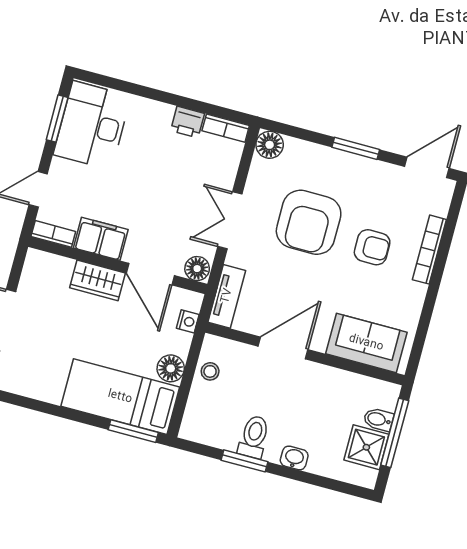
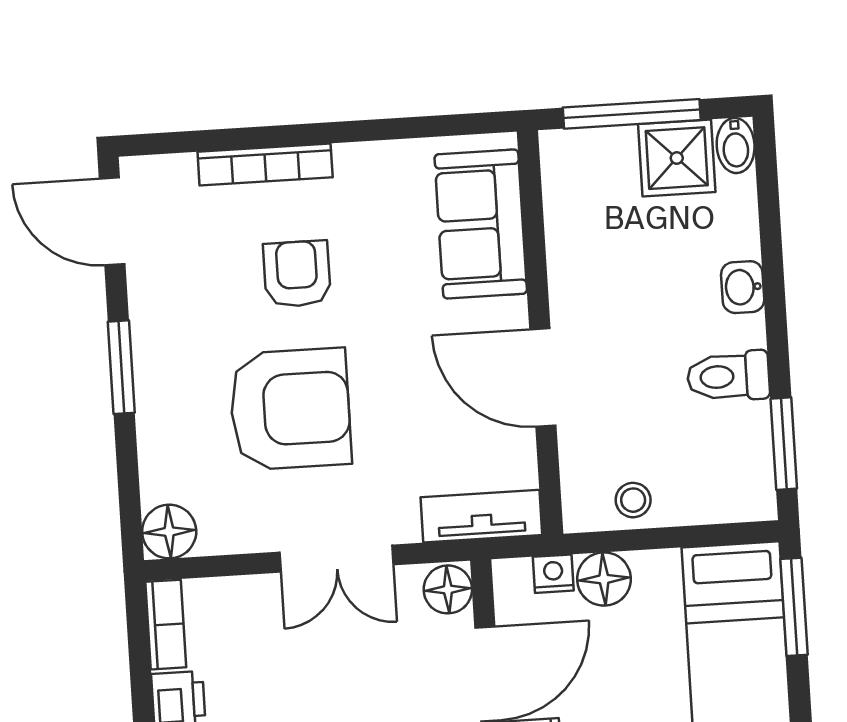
floor lamp: (171, 368) -> (604, 579), moved
bidet: (378, 419) -> (736, 146), moved
window: (245, 461) -> (784, 444), moved

